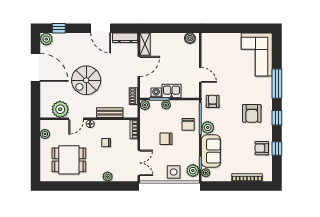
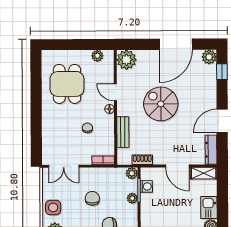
kitchen sink: (171, 91) -> (209, 208), moved, turned 180
plant: (60, 109) -> (126, 60), moved
plant: (108, 177) -> (47, 130), removed

